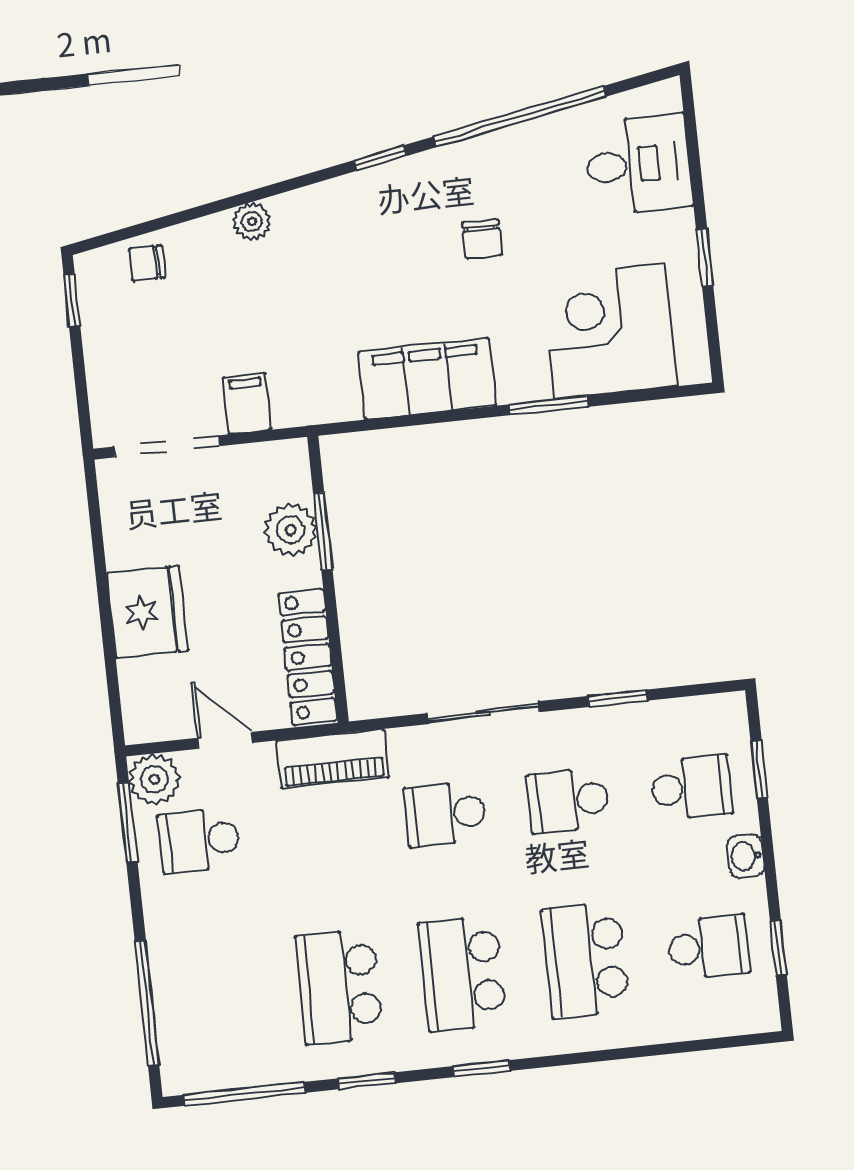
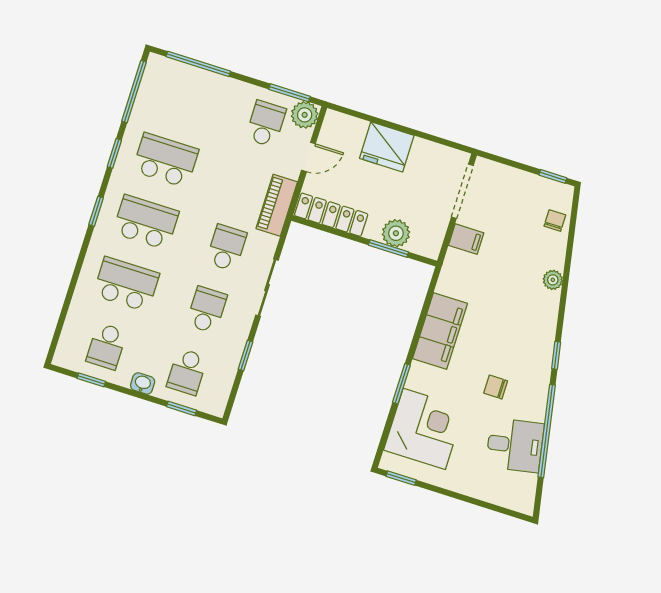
desk: (638, 164) -> (515, 445), moved, turned -100
window: (705, 258) -> (401, 478), moved

